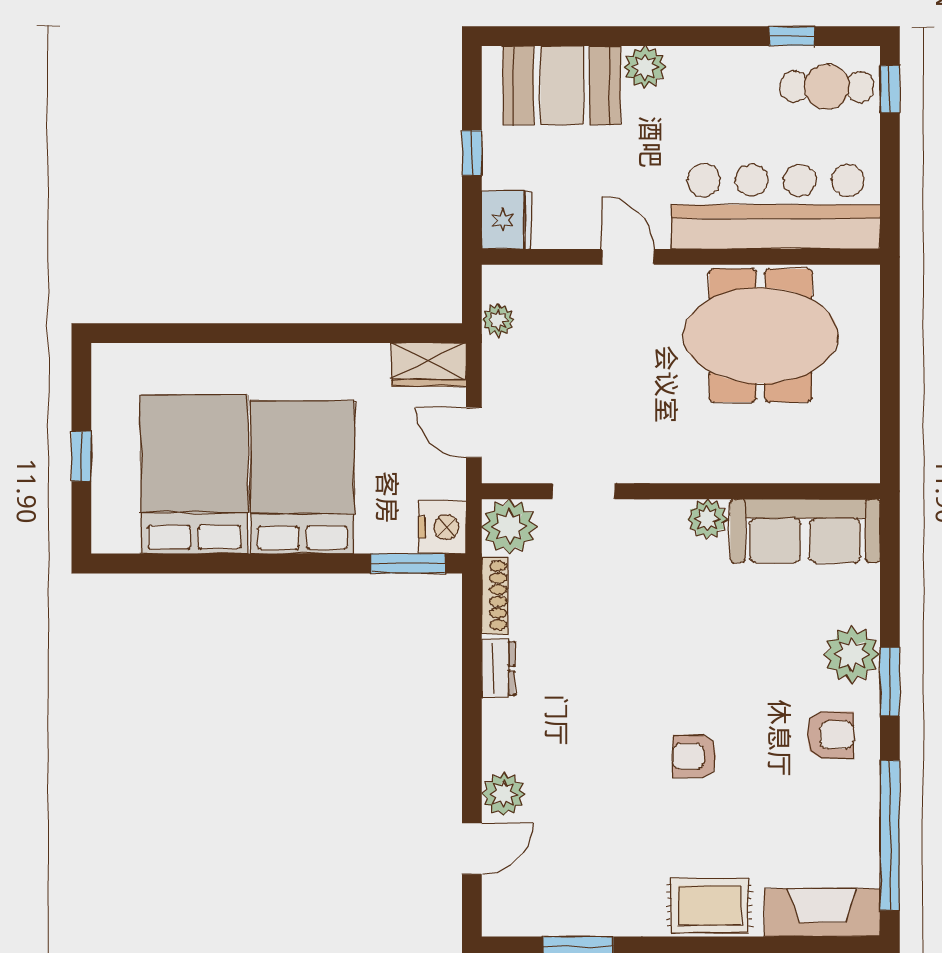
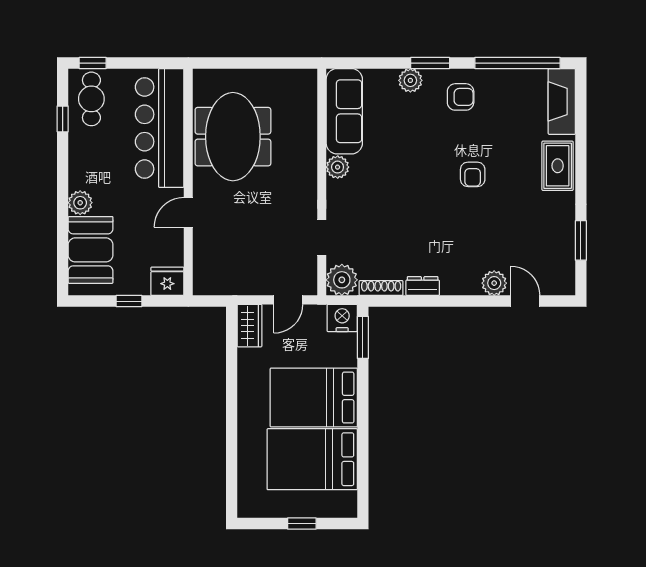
plant: (498, 320) -> (224, 286), removed
plant: (852, 654) -> (410, 80), width x0.73, depth x0.73
armchair: (830, 735) -> (461, 97), turned 90

